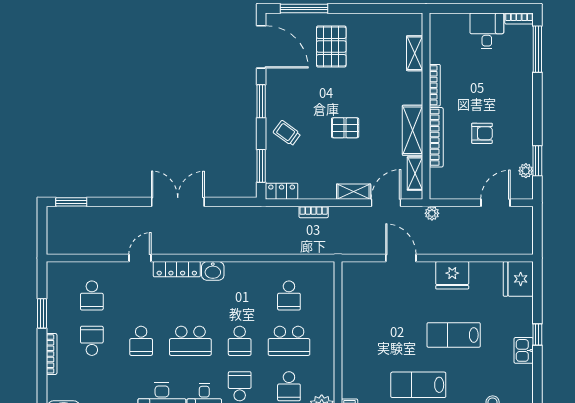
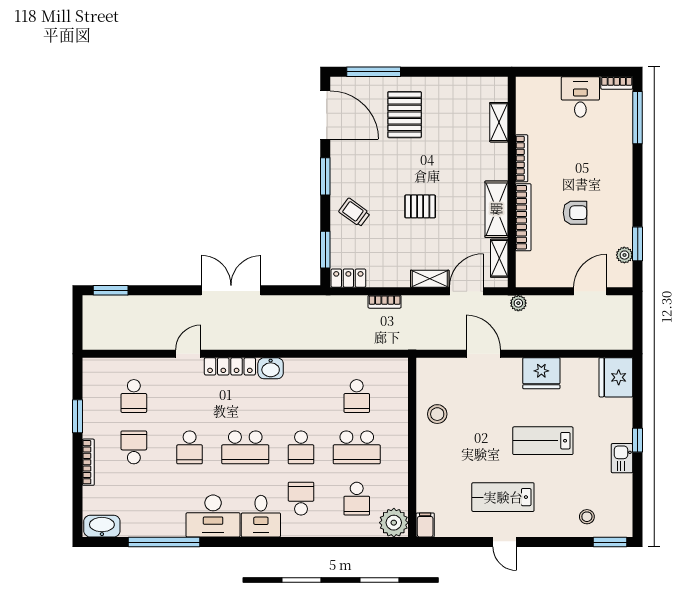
stool: (360, 311) -> (437, 414), added

